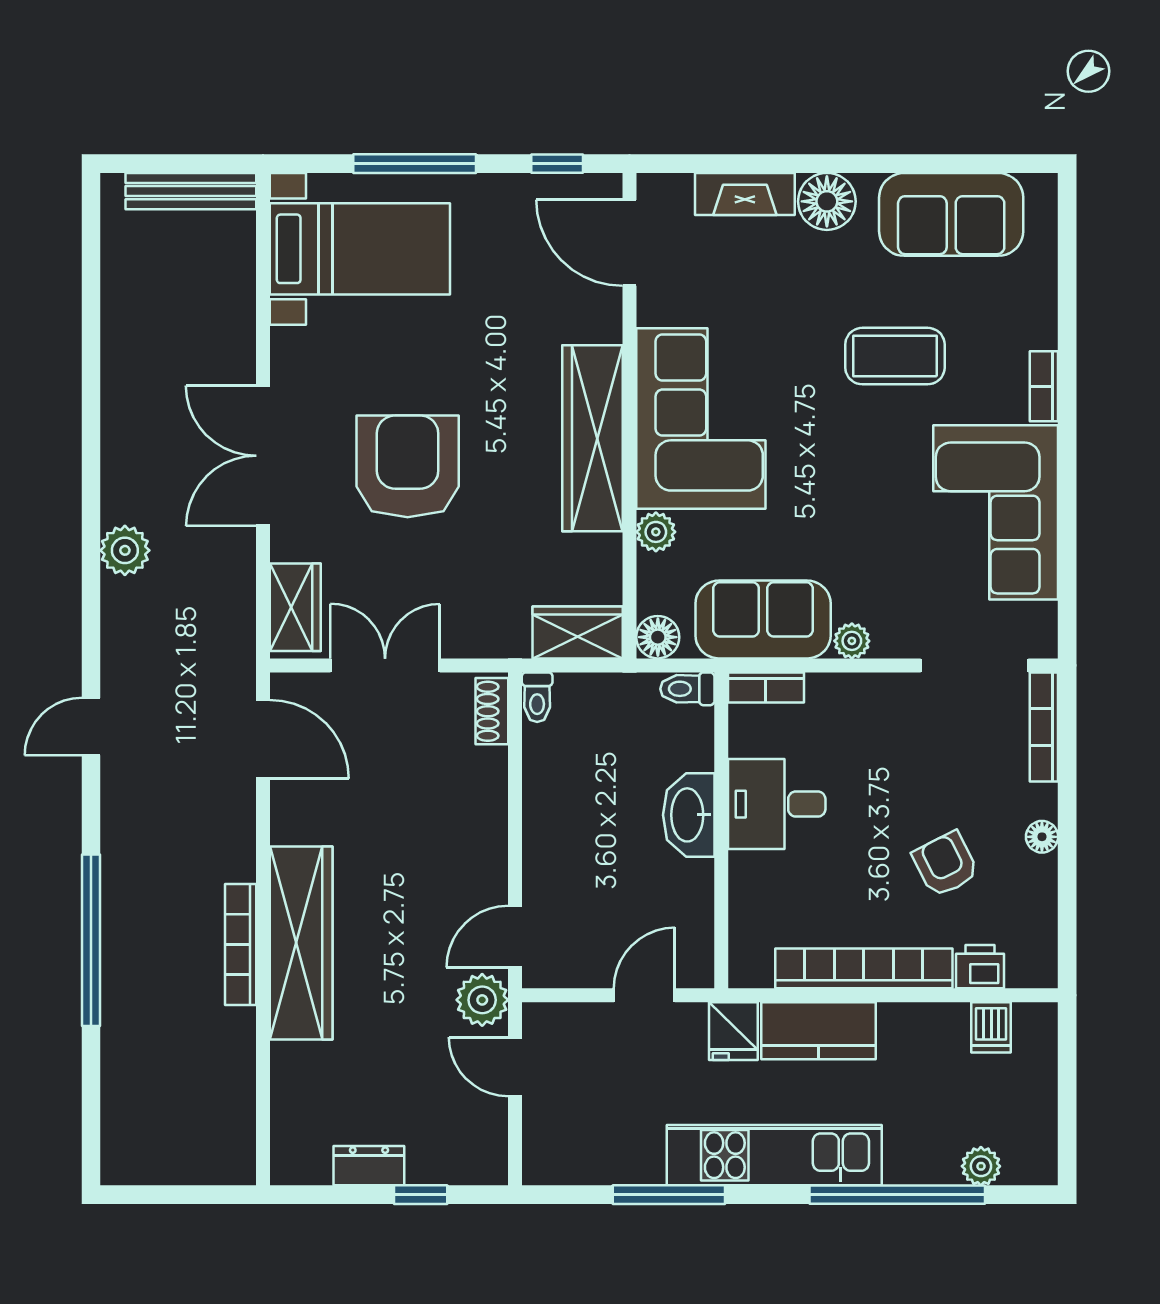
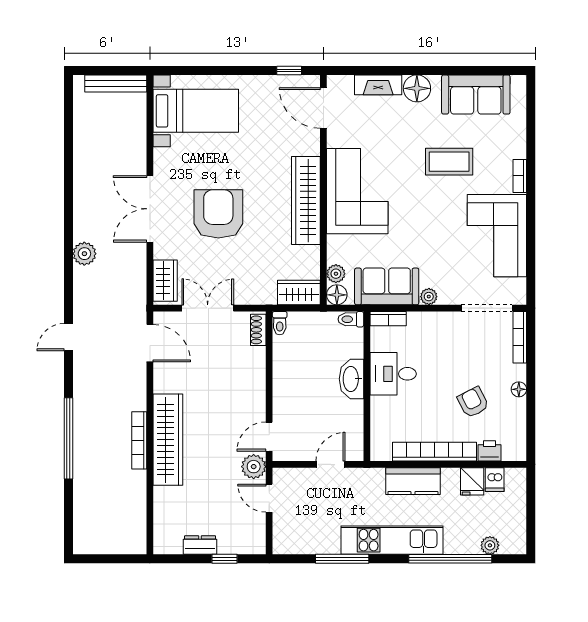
window: (415, 164) -> (222, 70), removed
plant: (656, 532) -> (336, 274), moved
fridge: (733, 1031) -> (472, 481), moved

